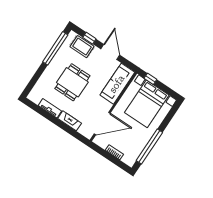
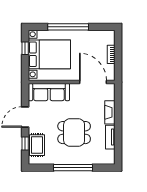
window: (55, 48) -> (73, 168), moved
window: (150, 79) -> (25, 48), moved
window: (149, 146) -> (68, 27), moved

